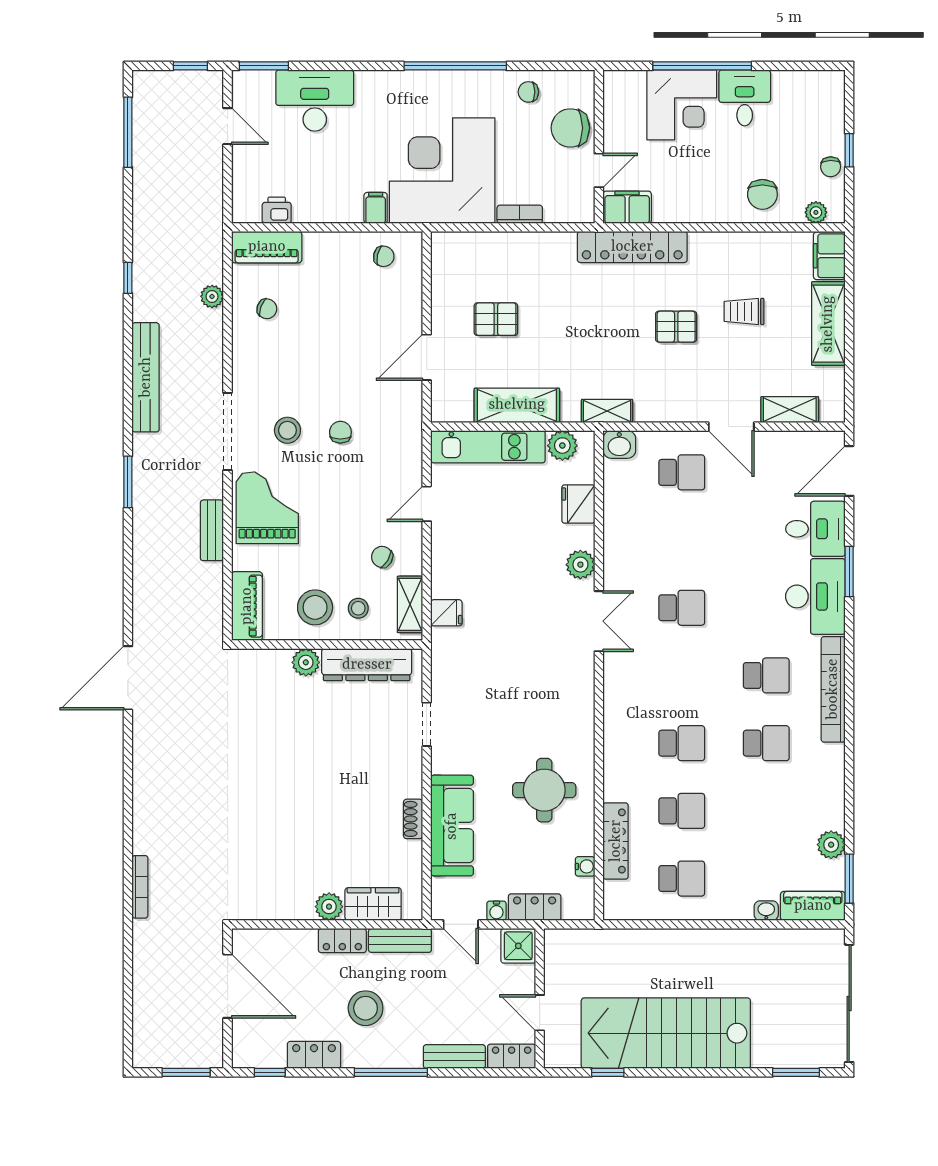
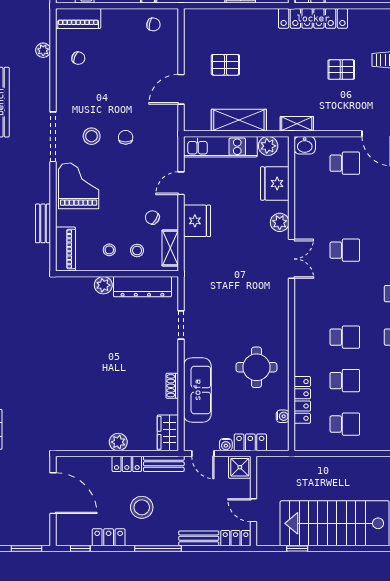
fridge: (578, 504) -> (275, 183), width x1.36, depth x1.34
bench: (212, 530) -> (43, 223), moved
stool: (315, 607) -> (109, 250), width x0.53, depth x0.53
fridge: (446, 613) -> (197, 221), moved, width x1.88, depth x1.34
wardrobe: (373, 904) -> (168, 433), moved, turned -90

